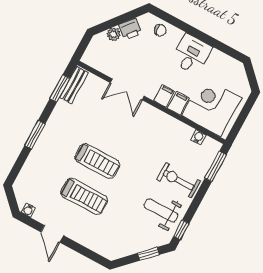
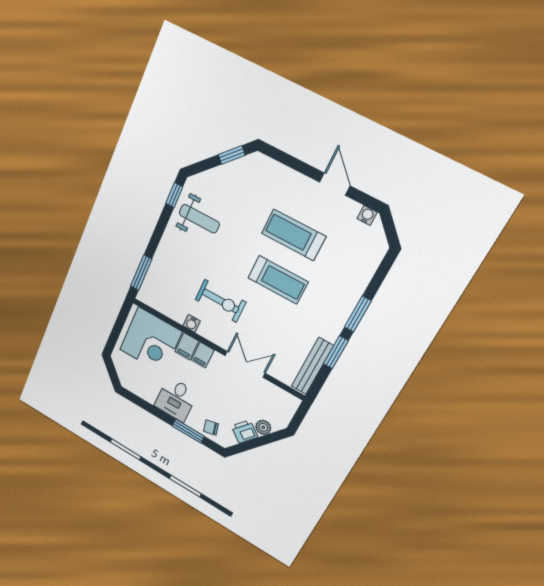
window: (182, 25) -> (188, 431), added
bench: (74, 85) -> (312, 366), width x1.36
window: (60, 88) -> (336, 352), moved
water cooler: (198, 137) -> (192, 323), moved
treadmill: (97, 161) -> (278, 280), turned 180
exercise bike: (178, 180) -> (221, 301), moved
window: (148, 254) -> (232, 155), moved

